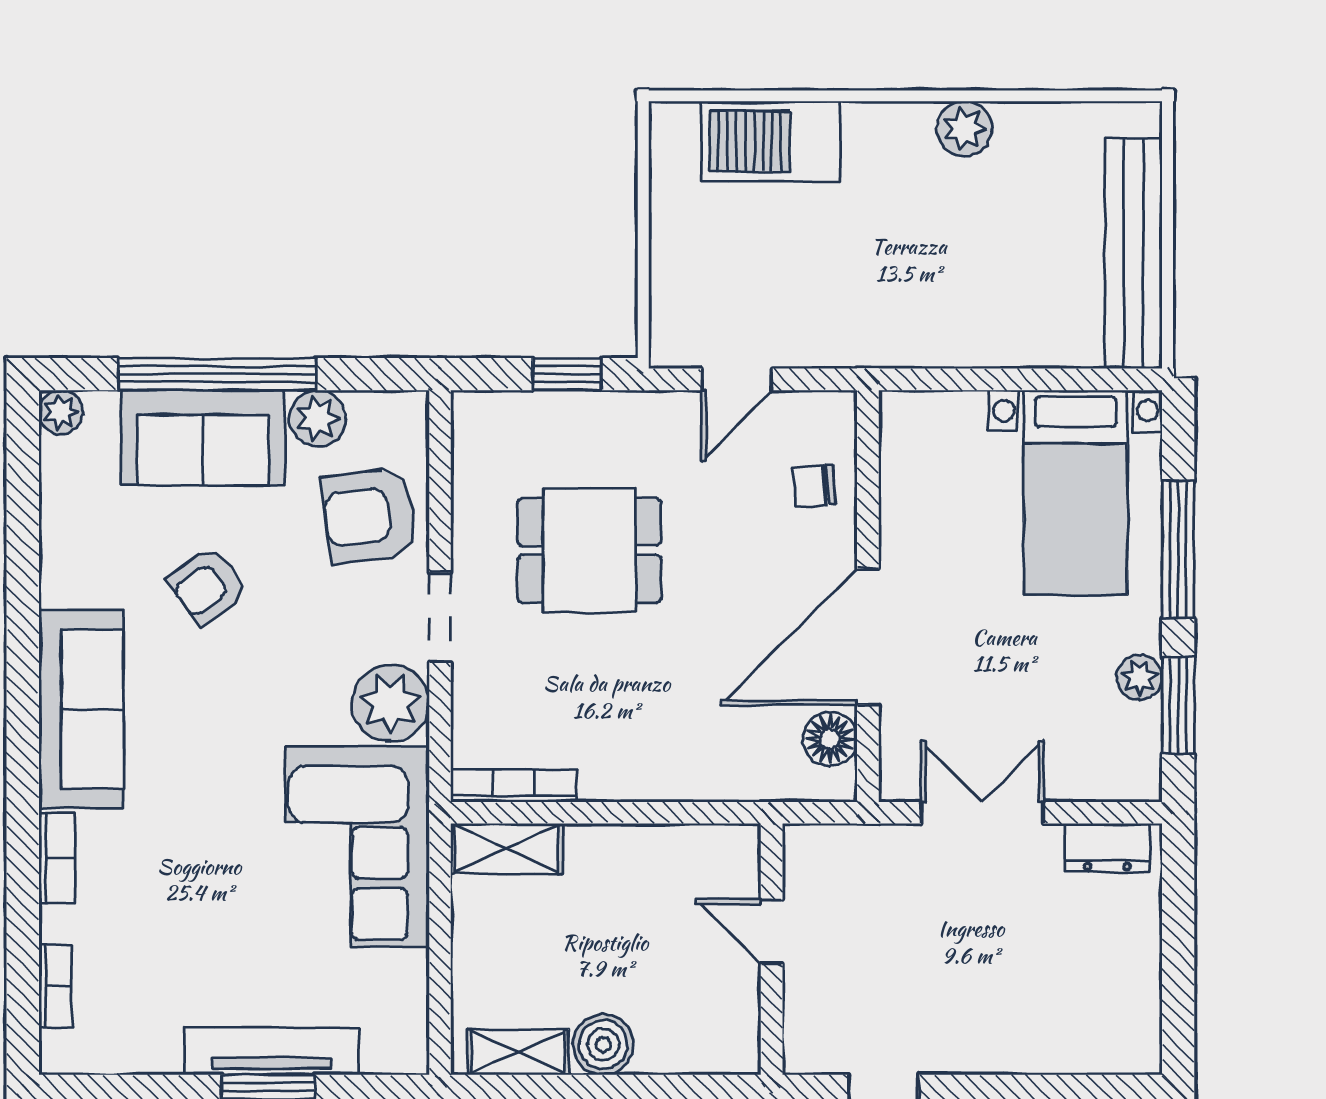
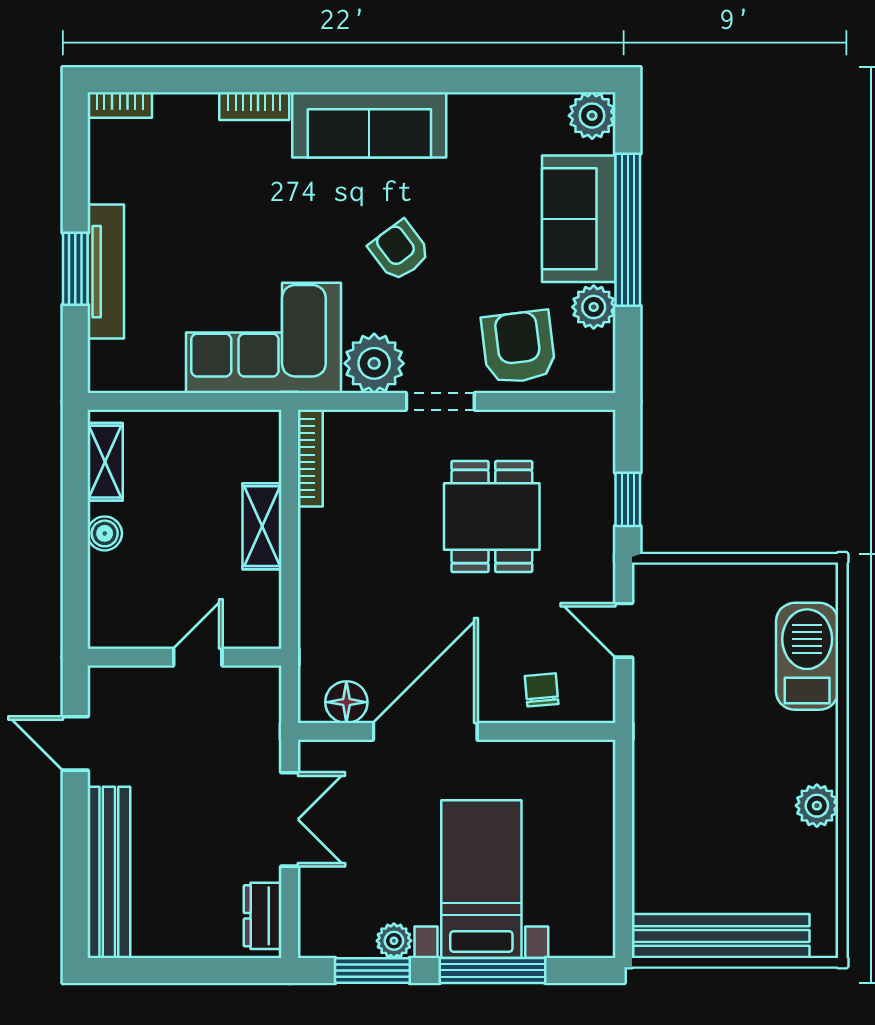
plant: (61, 412) -> (592, 116), width x1.38, depth x1.38
bed with nightstands: (1076, 493) -> (481, 879), moved, turned 90
armchair: (207, 585) -> (399, 251), moved
door: (868, 637) -> (425, 731), hinge flipped
shelving: (507, 849) -> (262, 526), moved
bookcase: (55, 986) -> (120, 105), moved
boiler: (603, 1045) -> (105, 533), width x0.73, depth x0.73
bench: (1051, 1047) -> (109, 872), added

